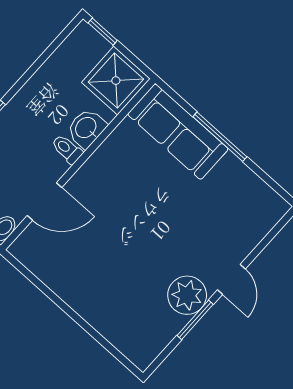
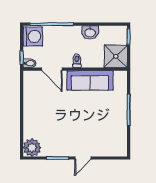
washbasin: (86, 128) -> (90, 32), moved, turned 180
sofa: (178, 132) -> (90, 80), moved, turned -90
plant: (187, 295) -> (32, 148), moved

